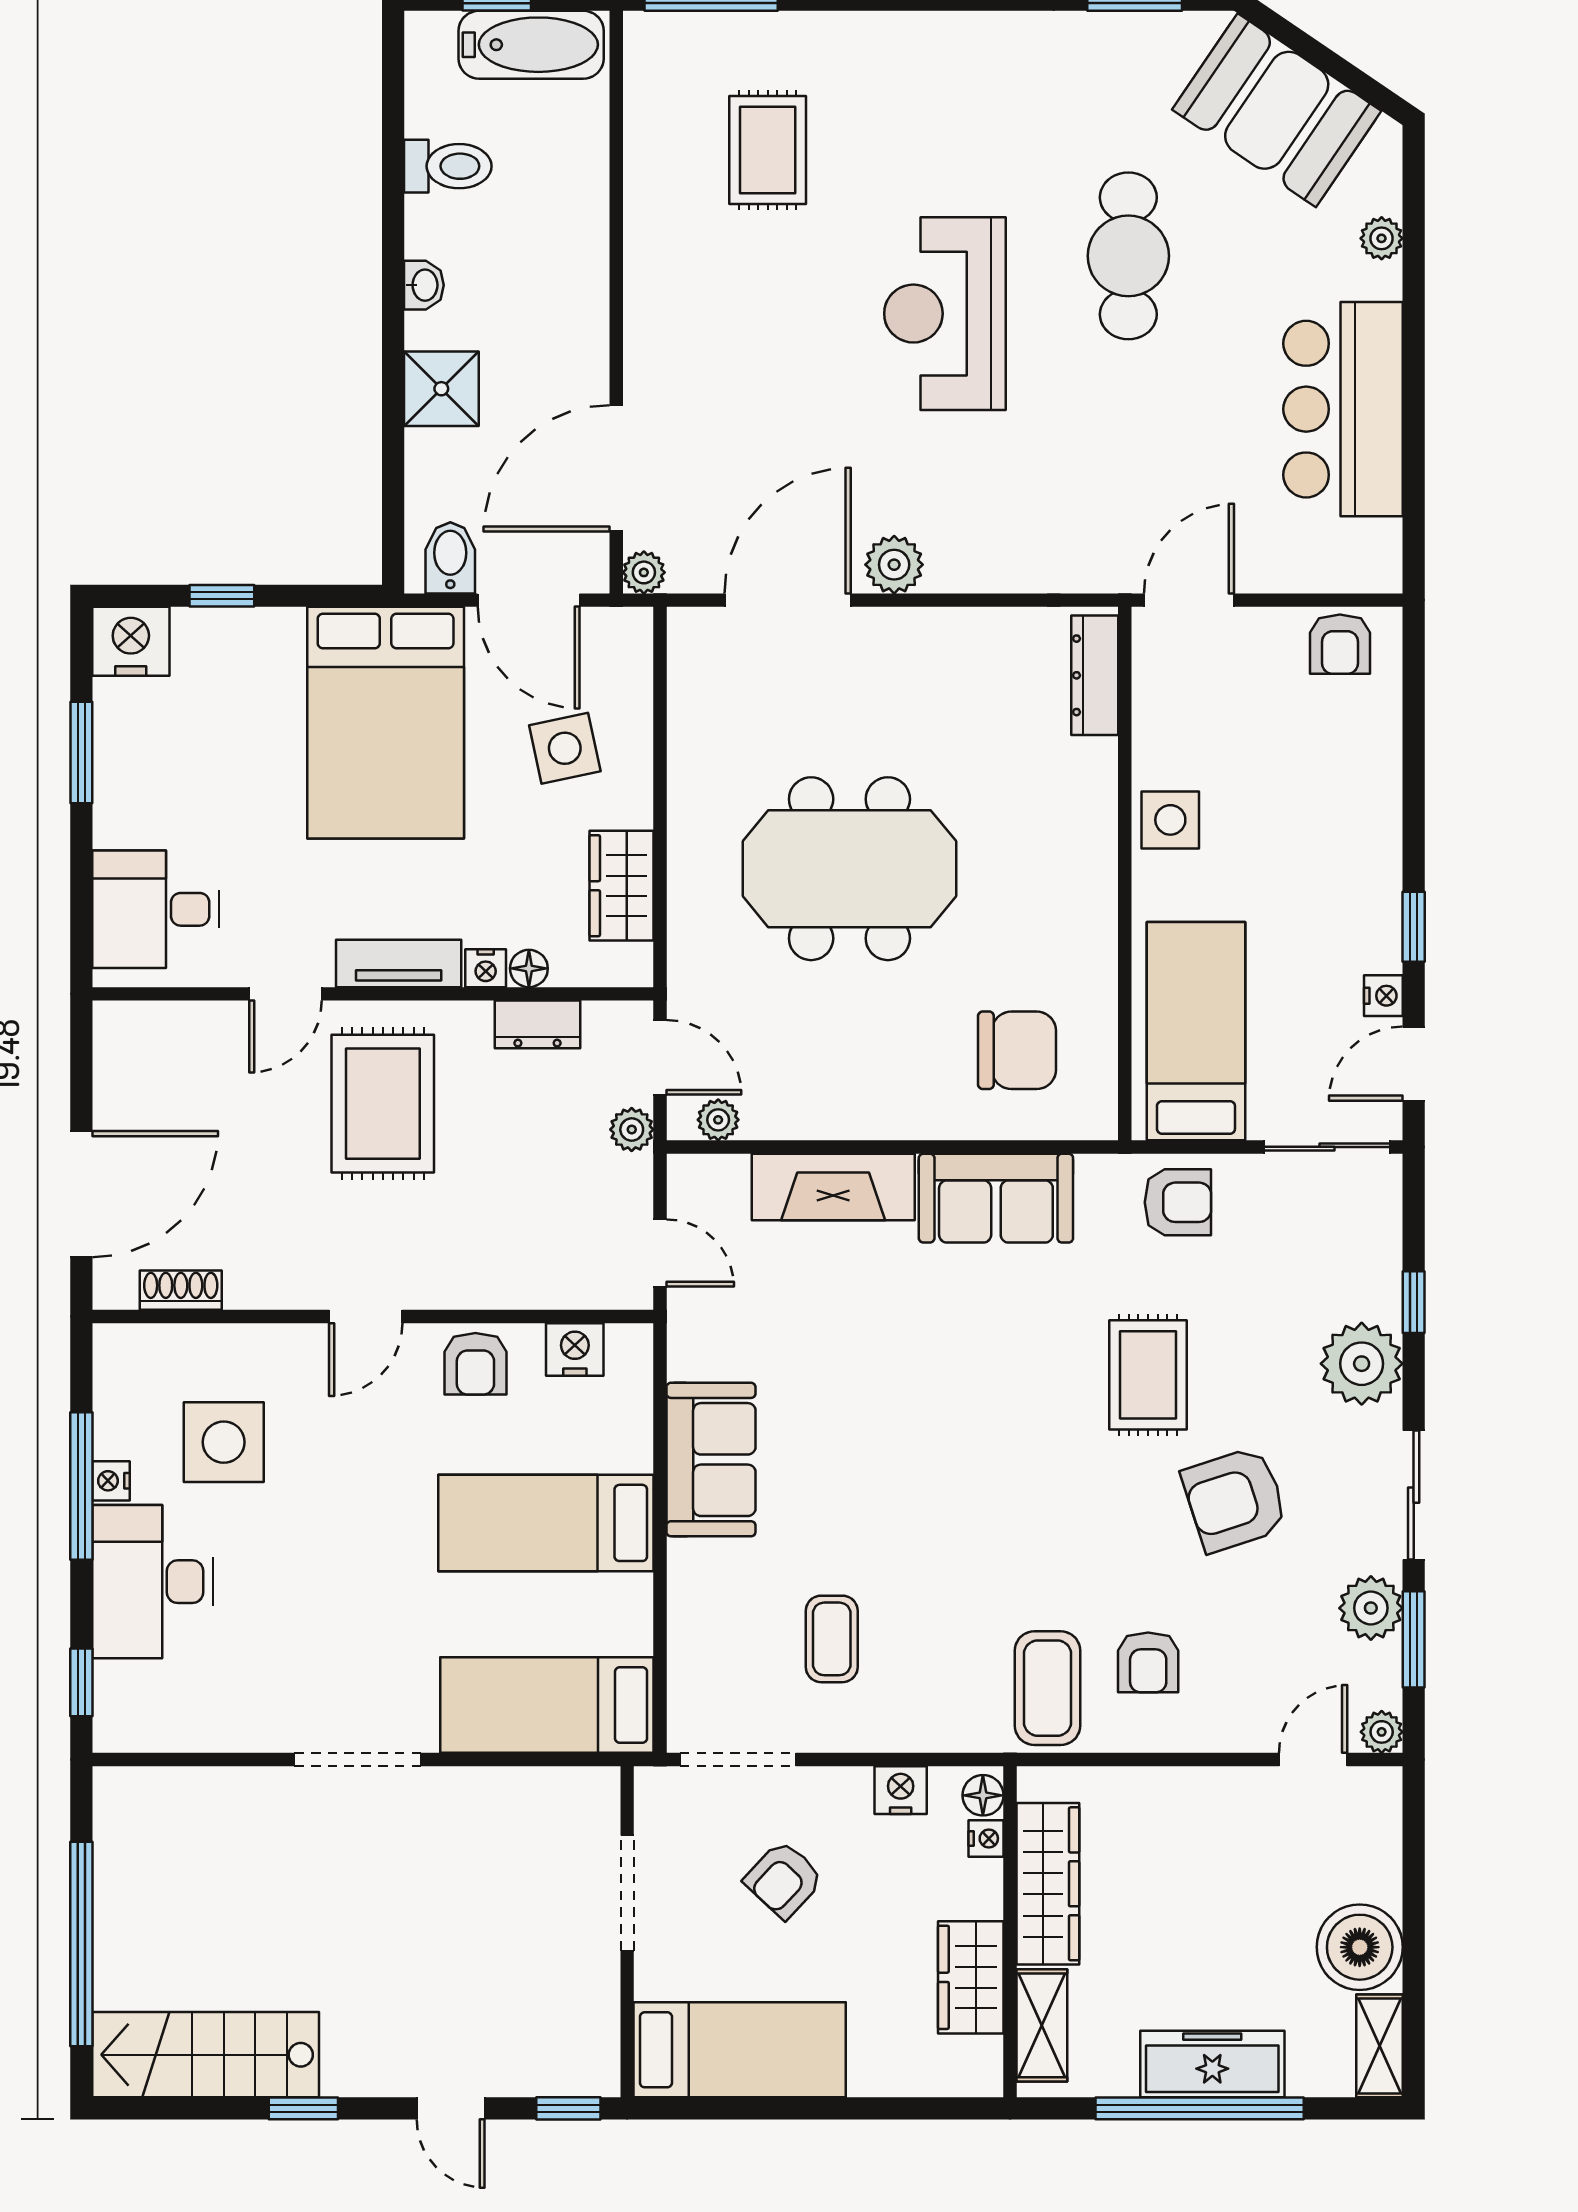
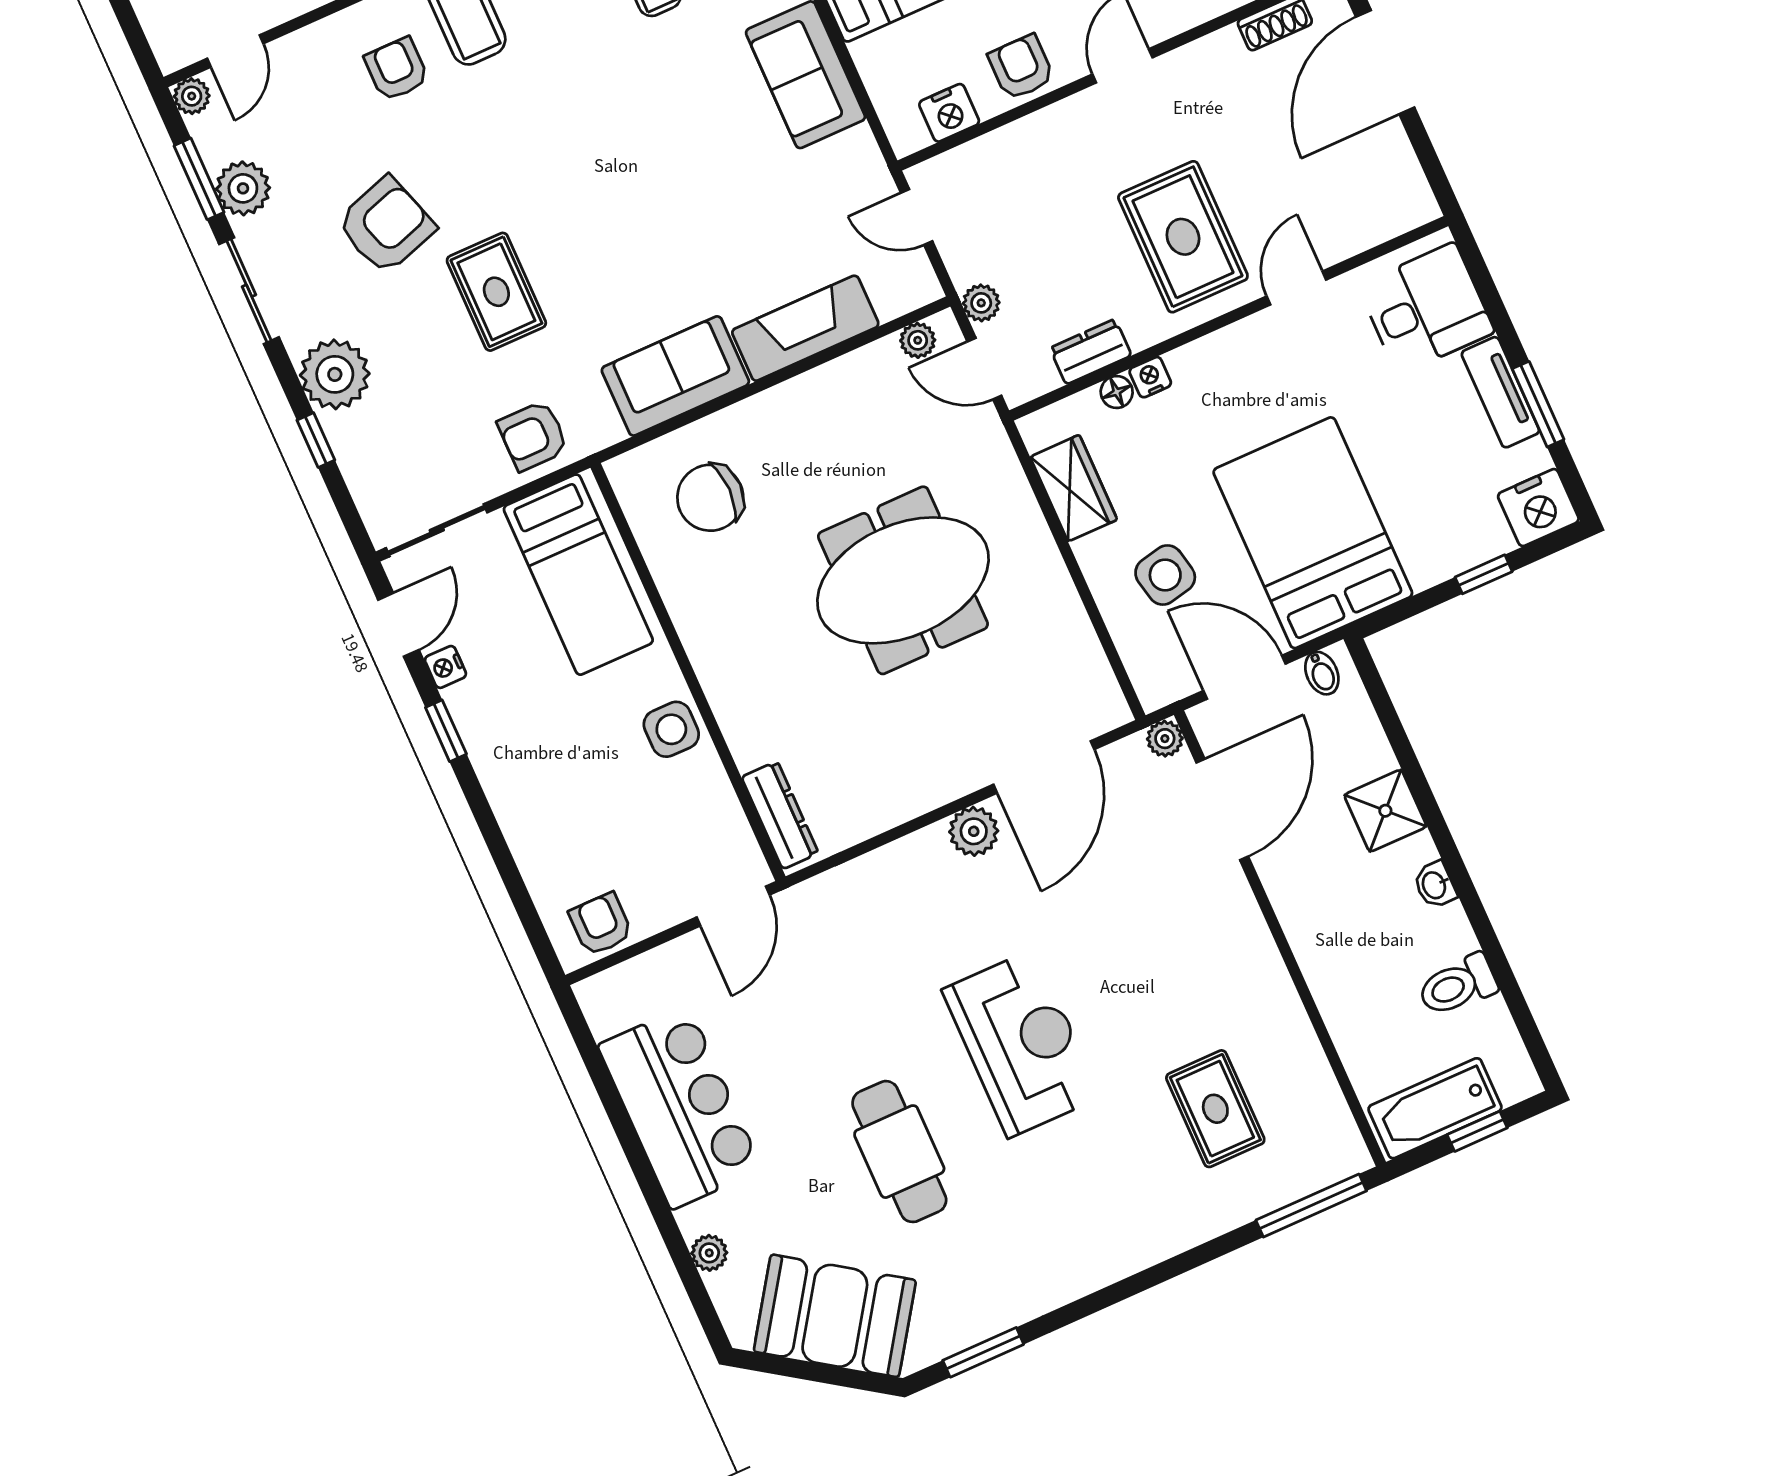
bidet: (450, 558) -> (1322, 673), width x0.72, depth x0.74
tv unit: (399, 963) -> (1500, 392), moved, turned 90

